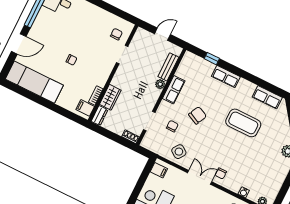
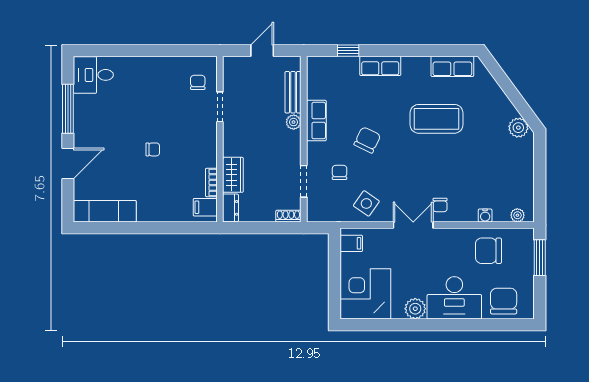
exam couch: (34, 82) -> (105, 211), width x0.73, depth x0.69

